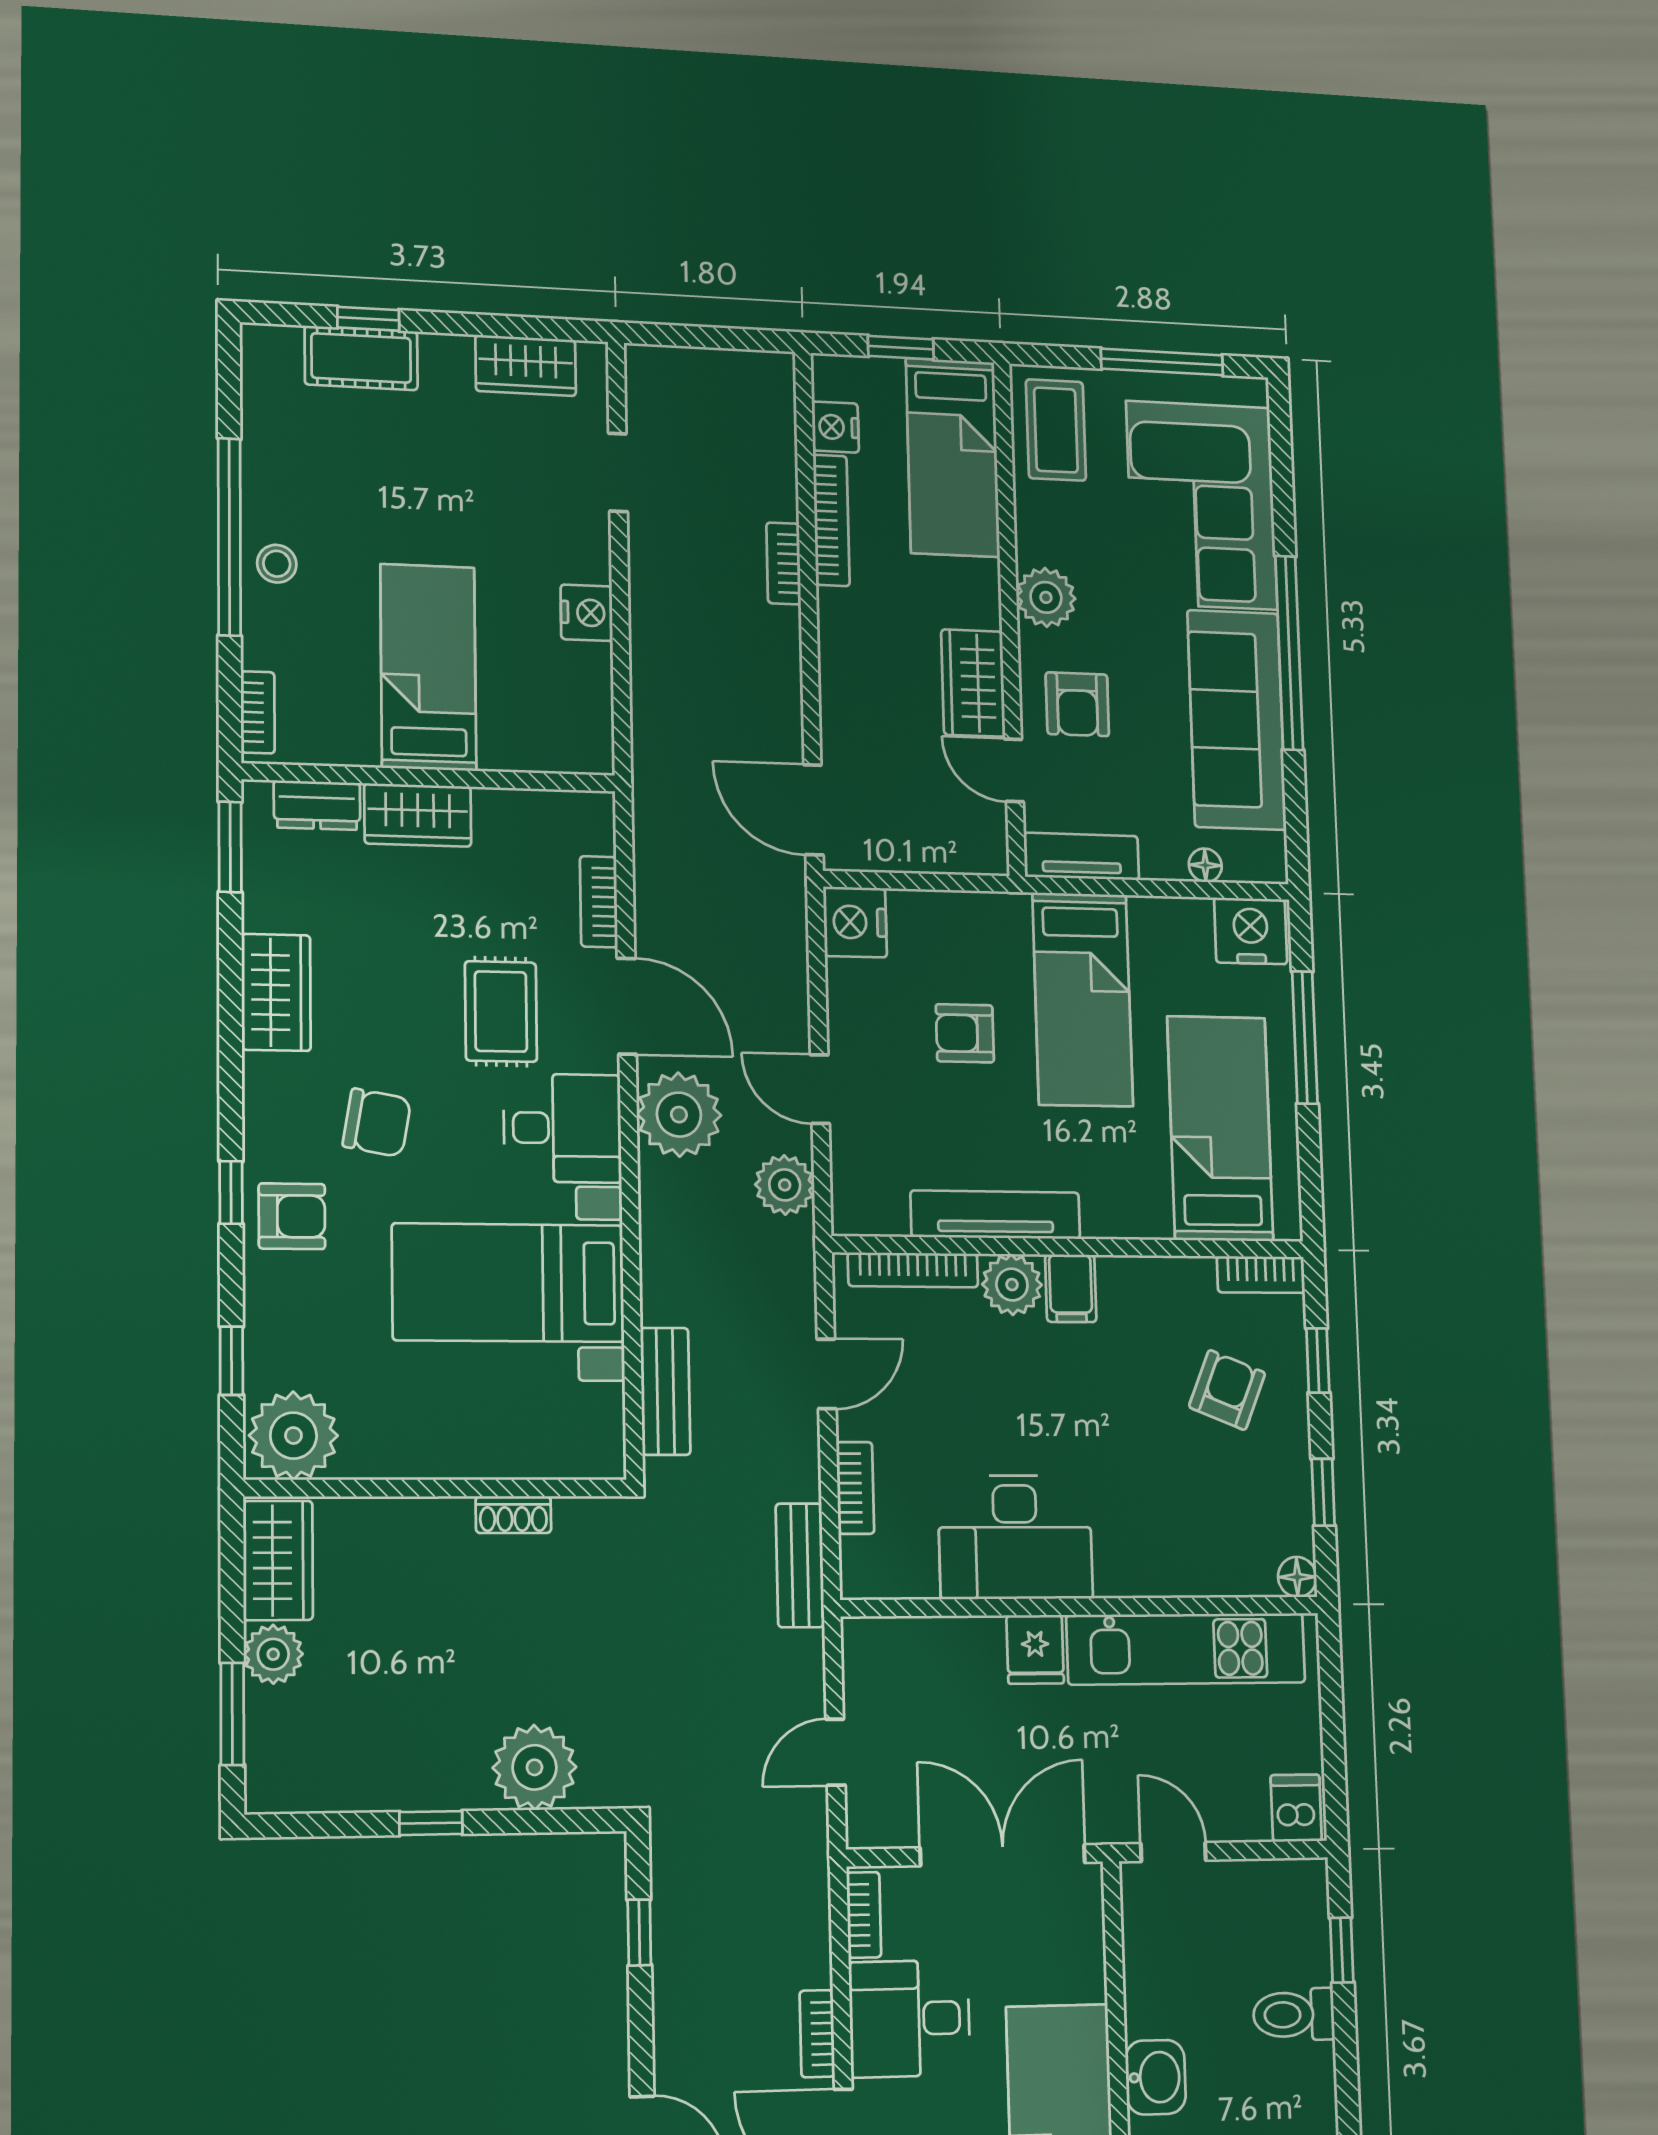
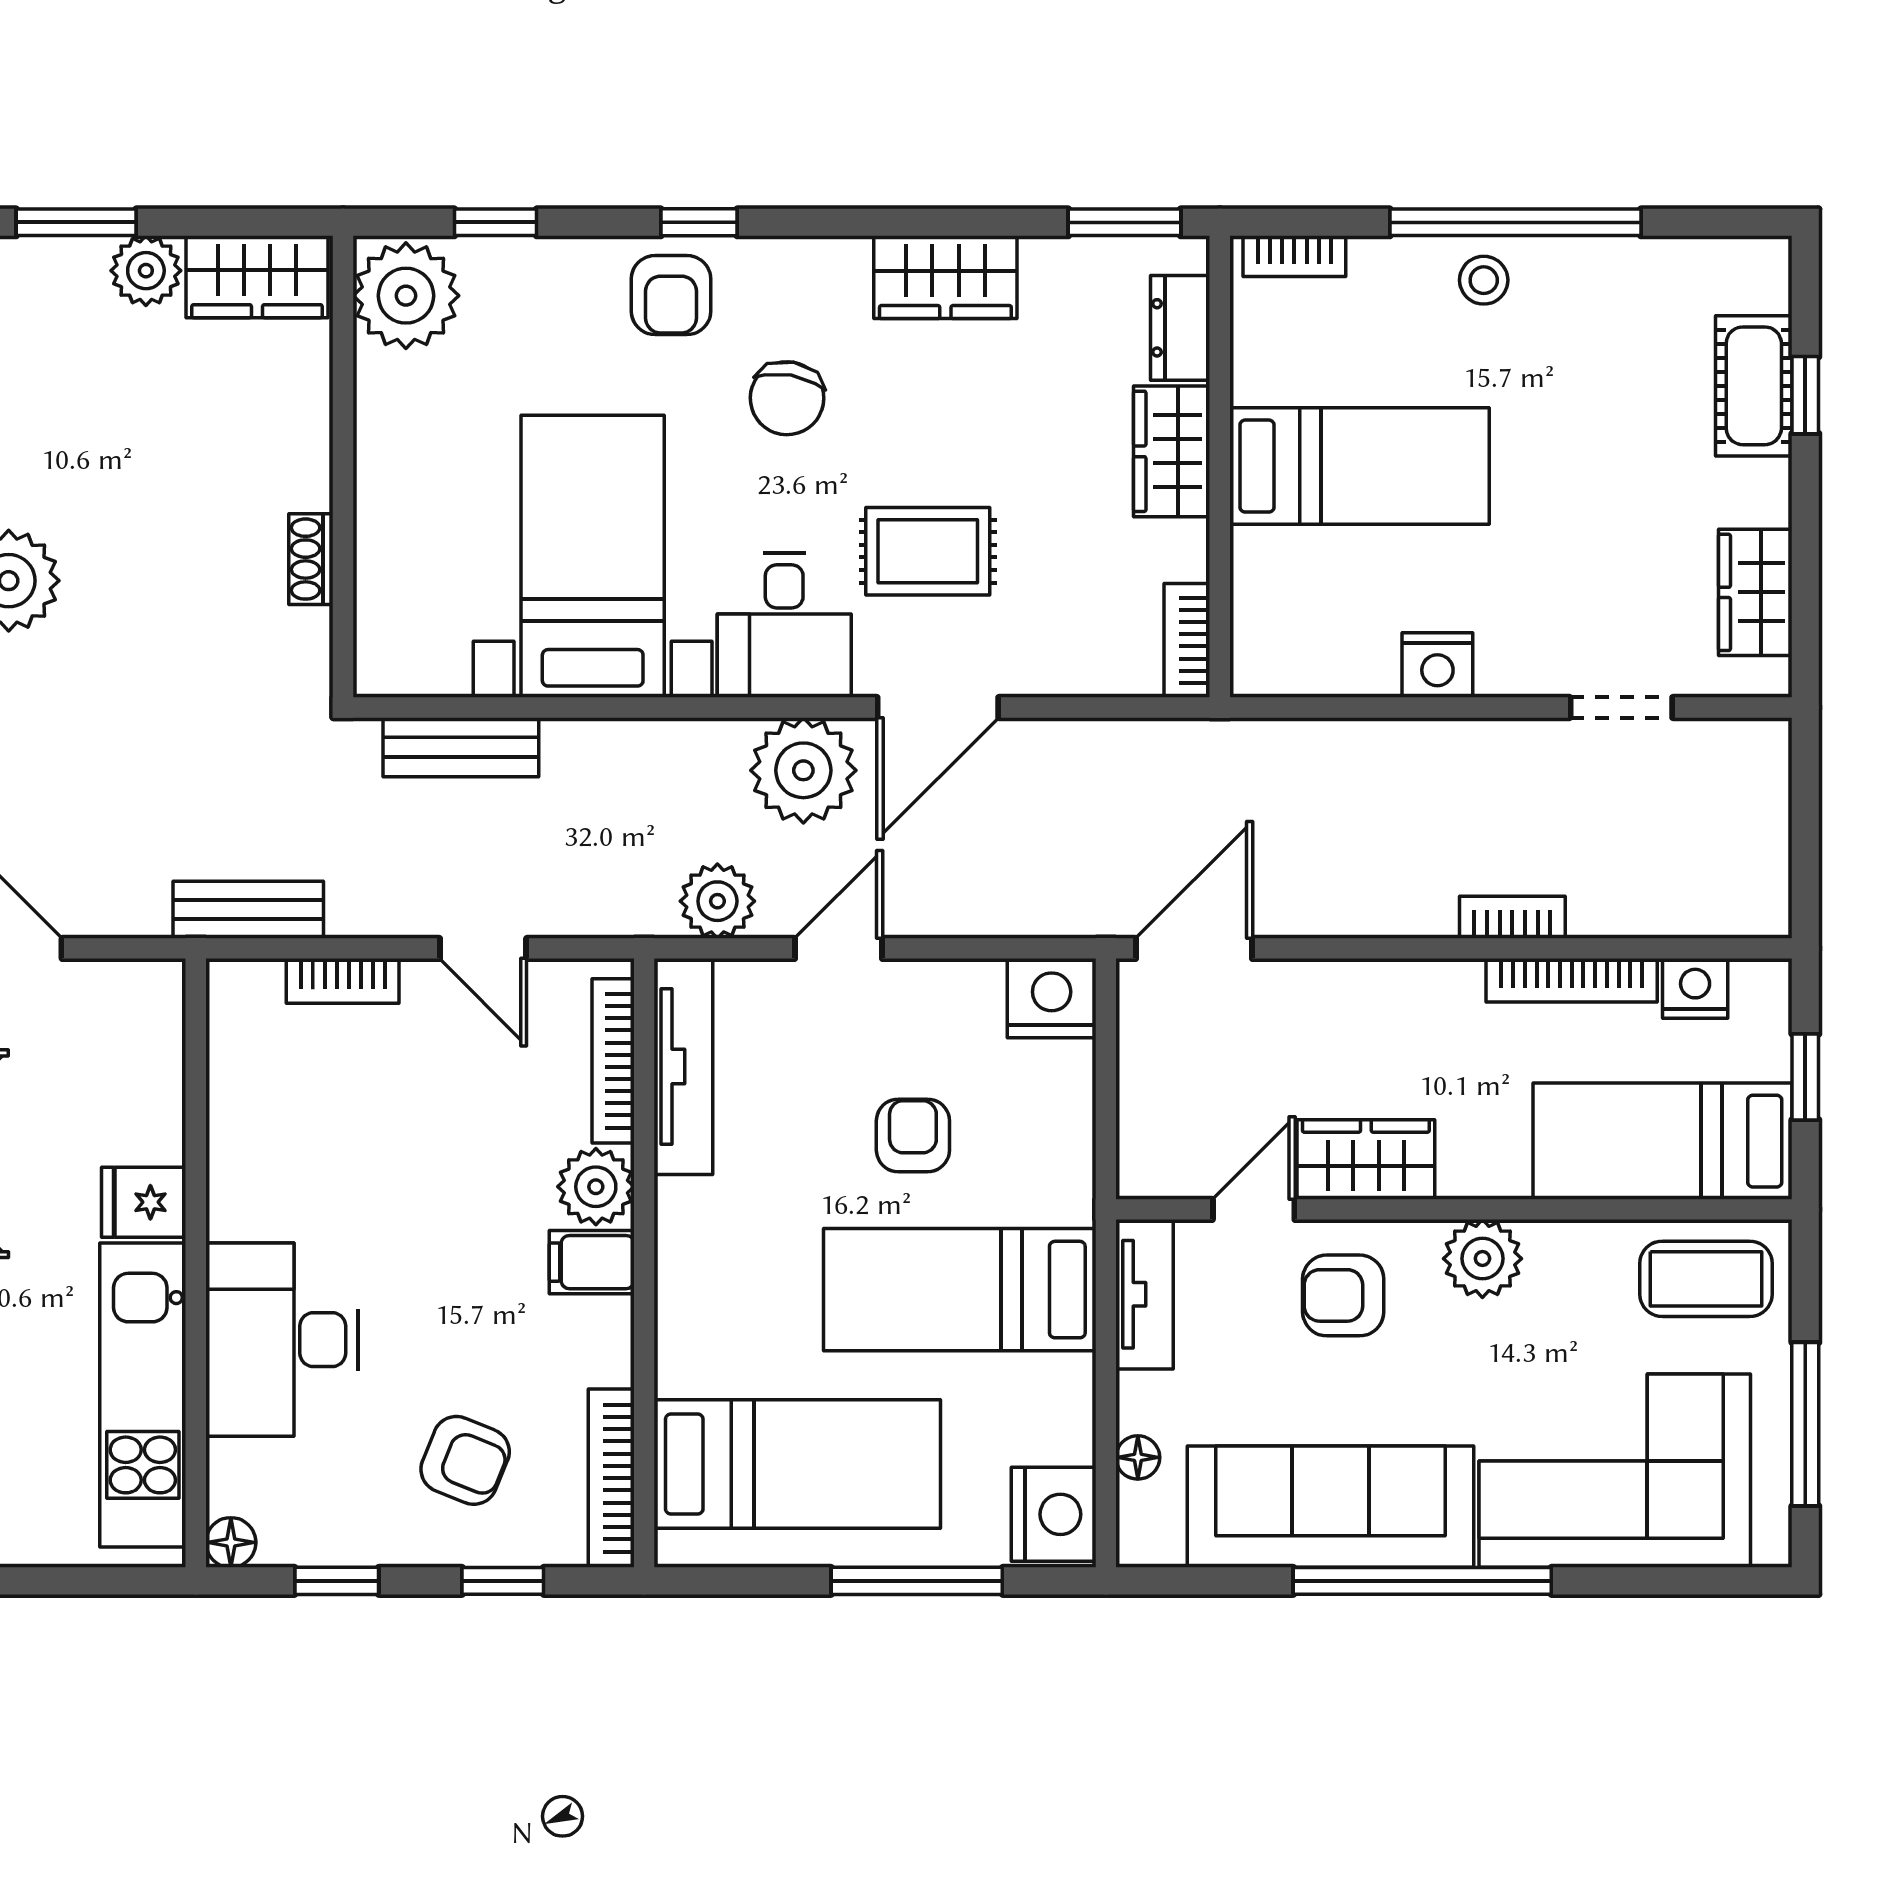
bookcase: (599, 902) -> (1187, 640), moved, turned -90
tv unit: (995, 1215) -> (683, 1066), moved
bookcase: (1261, 1275) -> (611, 1478), width x1.56
desk: (1015, 1537) -> (282, 1340), moved

